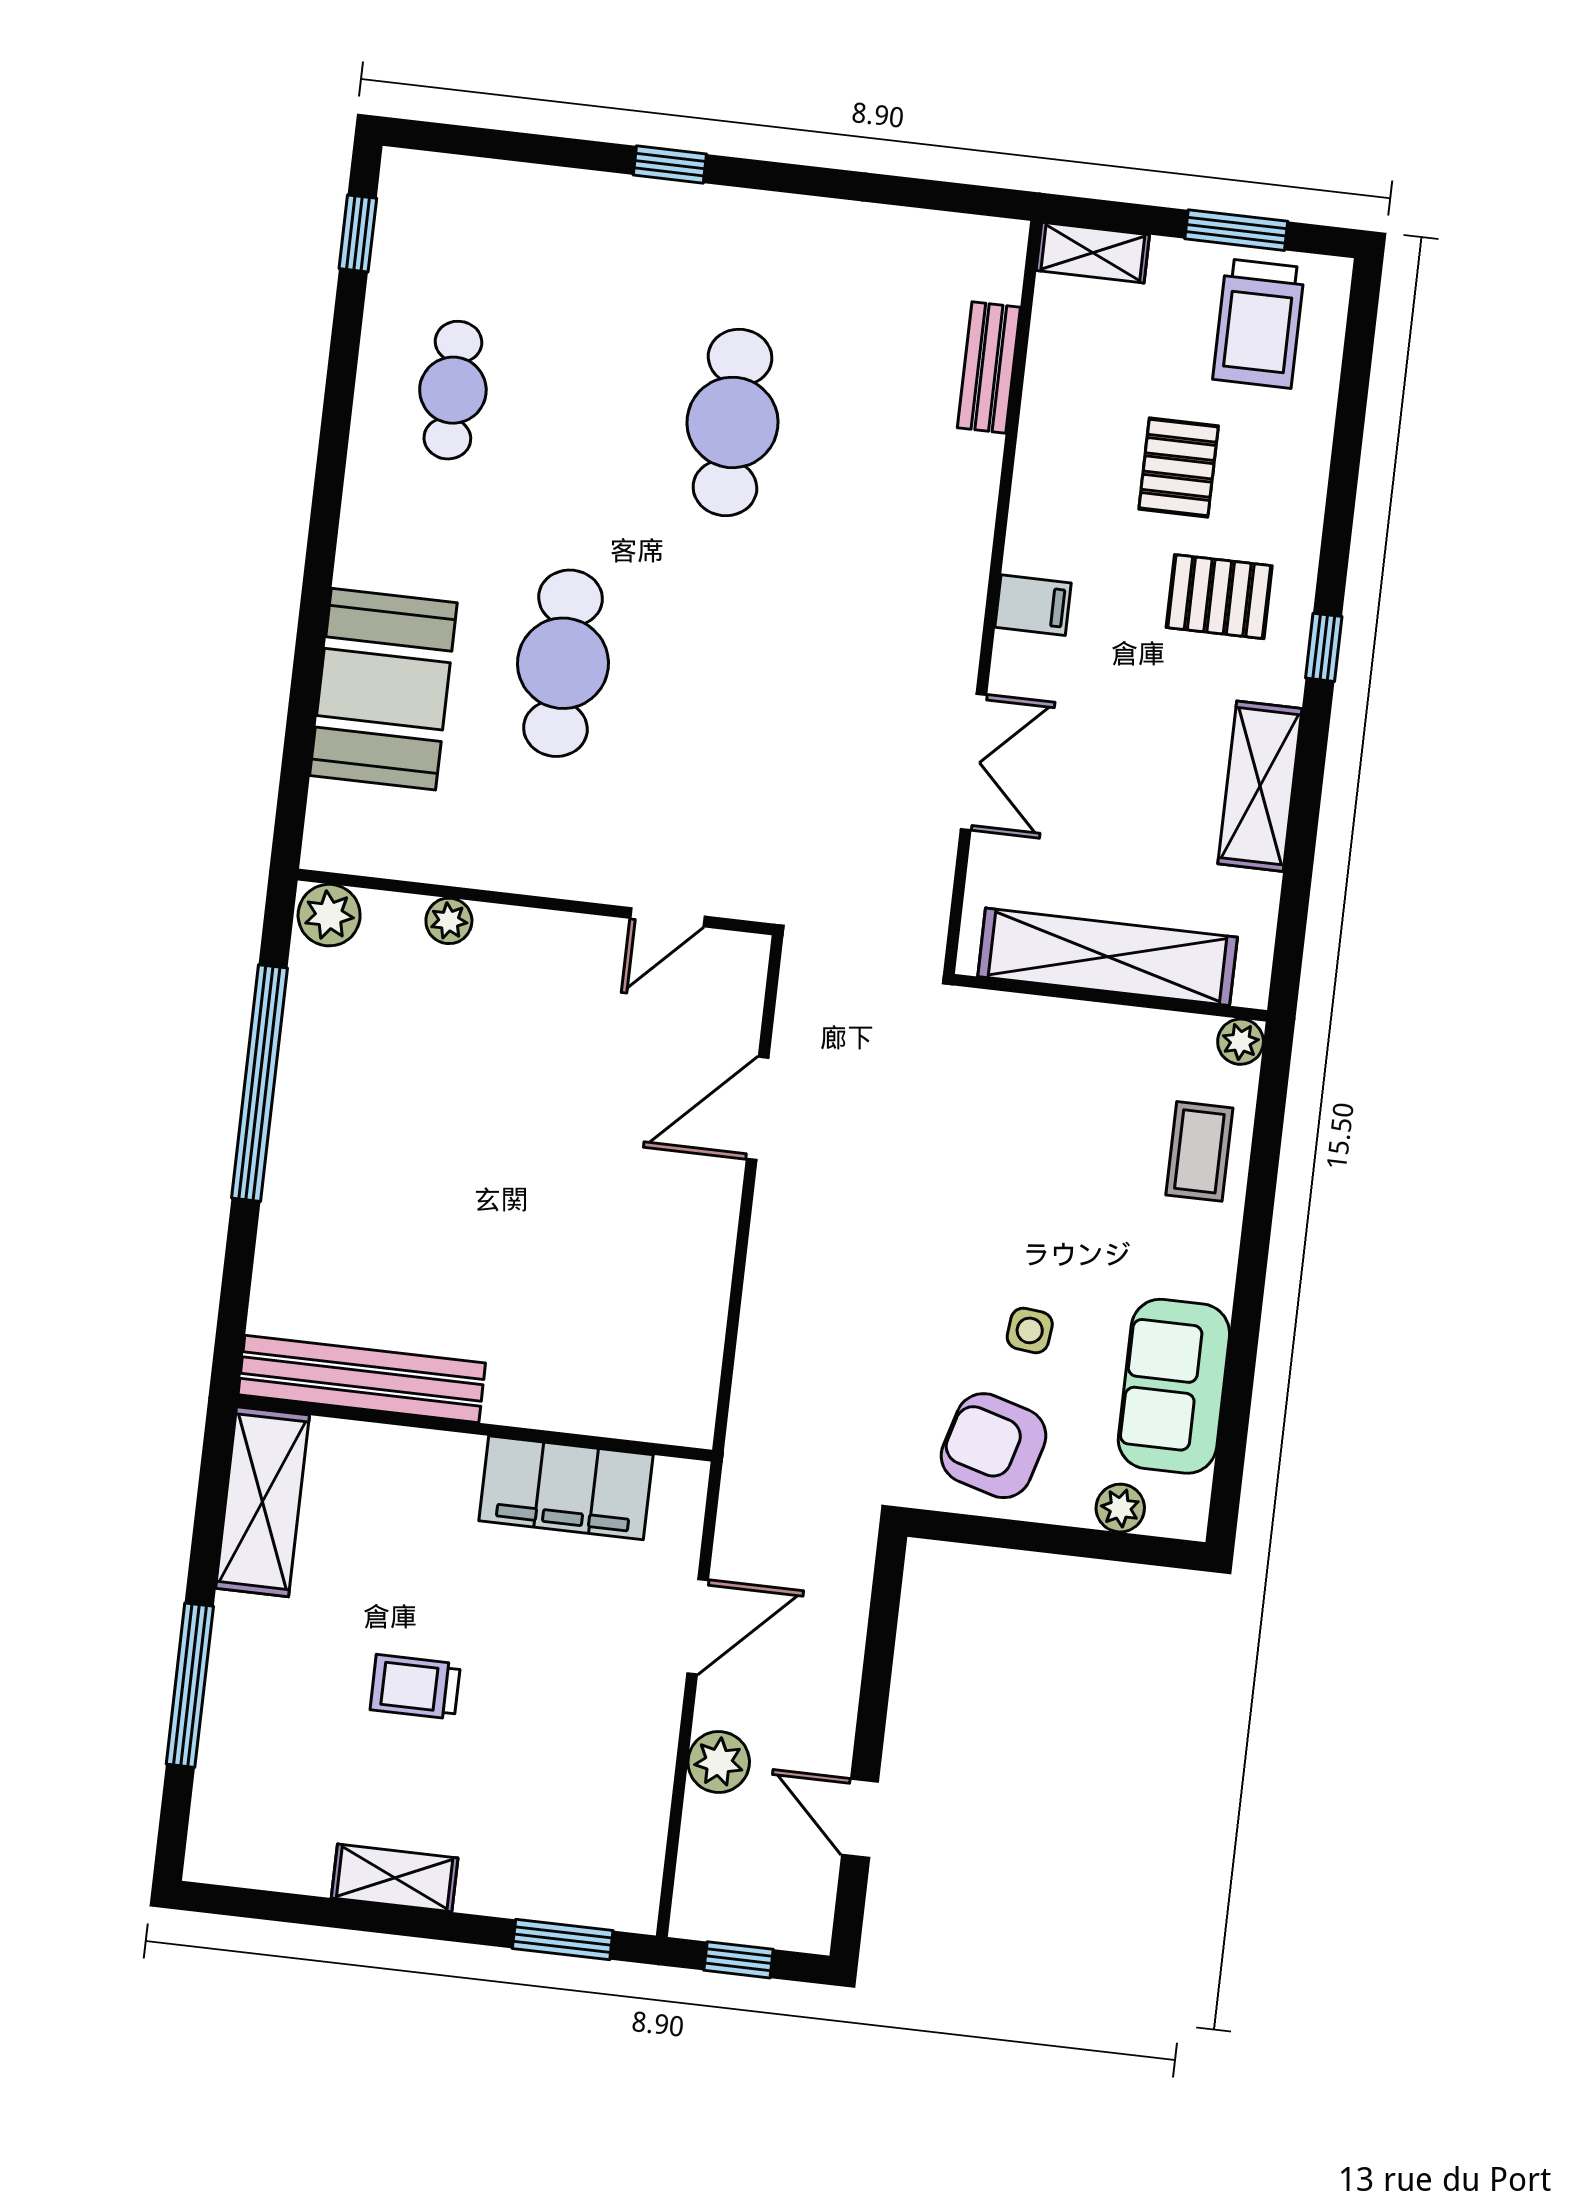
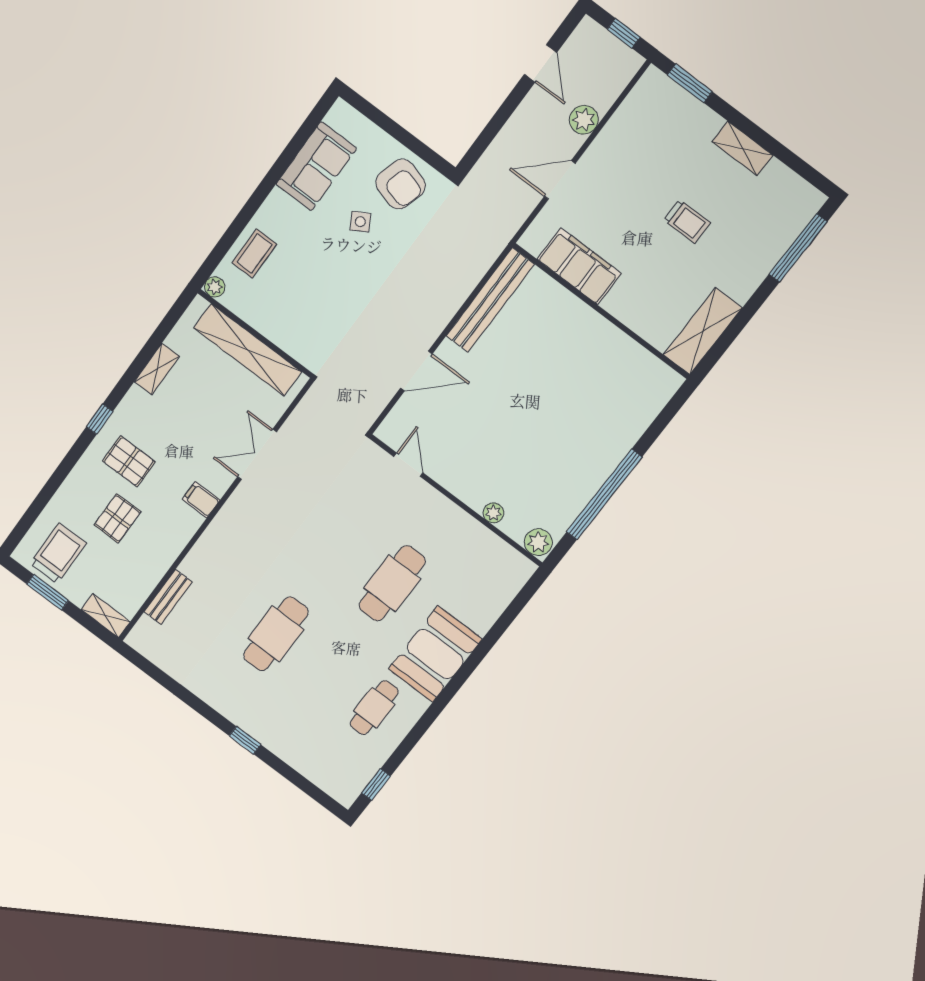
booth: (383, 689) -> (435, 654), moved
shelving: (1260, 786) -> (157, 369), width x0.67, depth x0.75
door: (667, 917) -> (408, 465), hinge flipped
side table: (1030, 1330) -> (360, 222), turned -36
bench: (362, 1379) -> (490, 300), moved, turned 90
plant: (1120, 1508) -> (365, 130), removed
window: (190, 1685) -> (798, 248), moved

